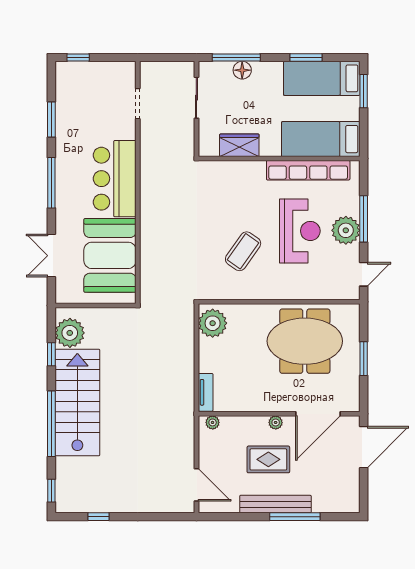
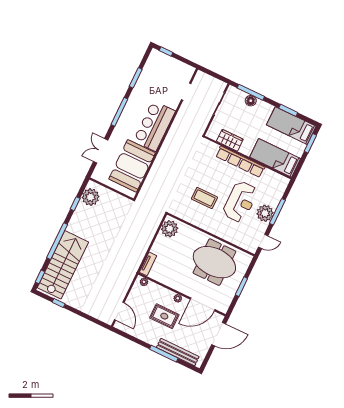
row of seats: (308, 170) -> (240, 162), moved
coffee table: (243, 251) -> (204, 198), turned 55
stairs: (77, 402) -> (63, 265), moved
bench: (275, 504) -> (178, 352), moved

